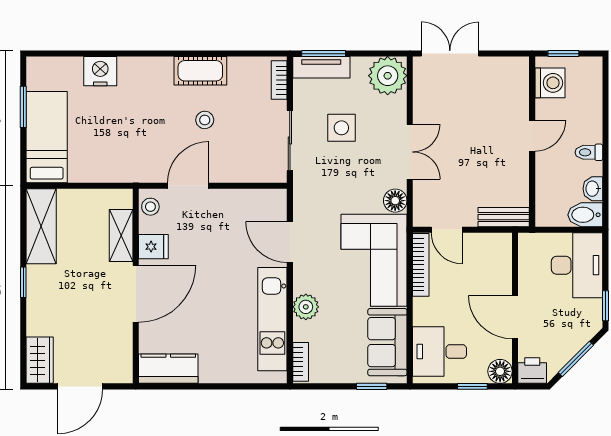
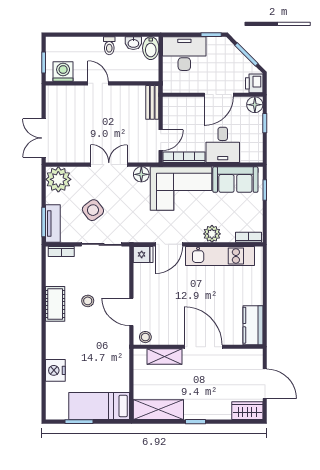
side table: (341, 128) -> (93, 210), turned -37
fridge: (153, 247) -> (143, 254), moved, turned 90
desk: (440, 352) -> (223, 145), moved

